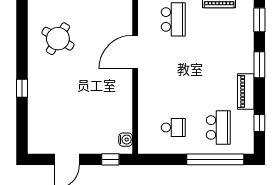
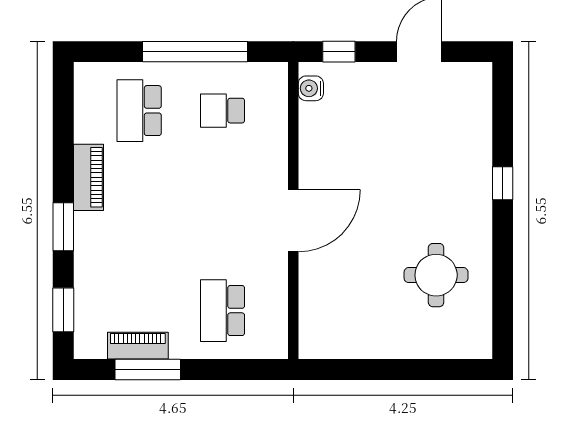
round table: (58, 39) -> (436, 275), turned -31
door: (135, 52) -> (293, 221), moved
window: (259, 123) -> (63, 119), removed
window: (215, 159) -> (195, 52), moved

